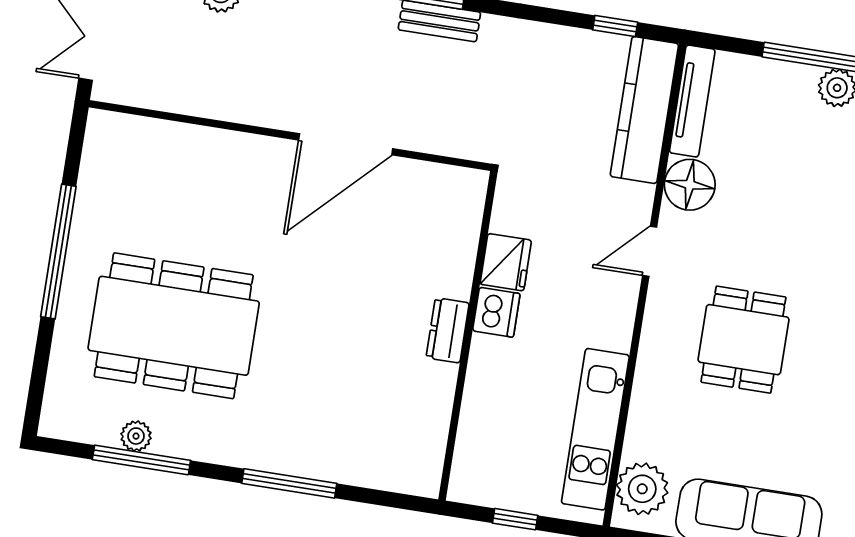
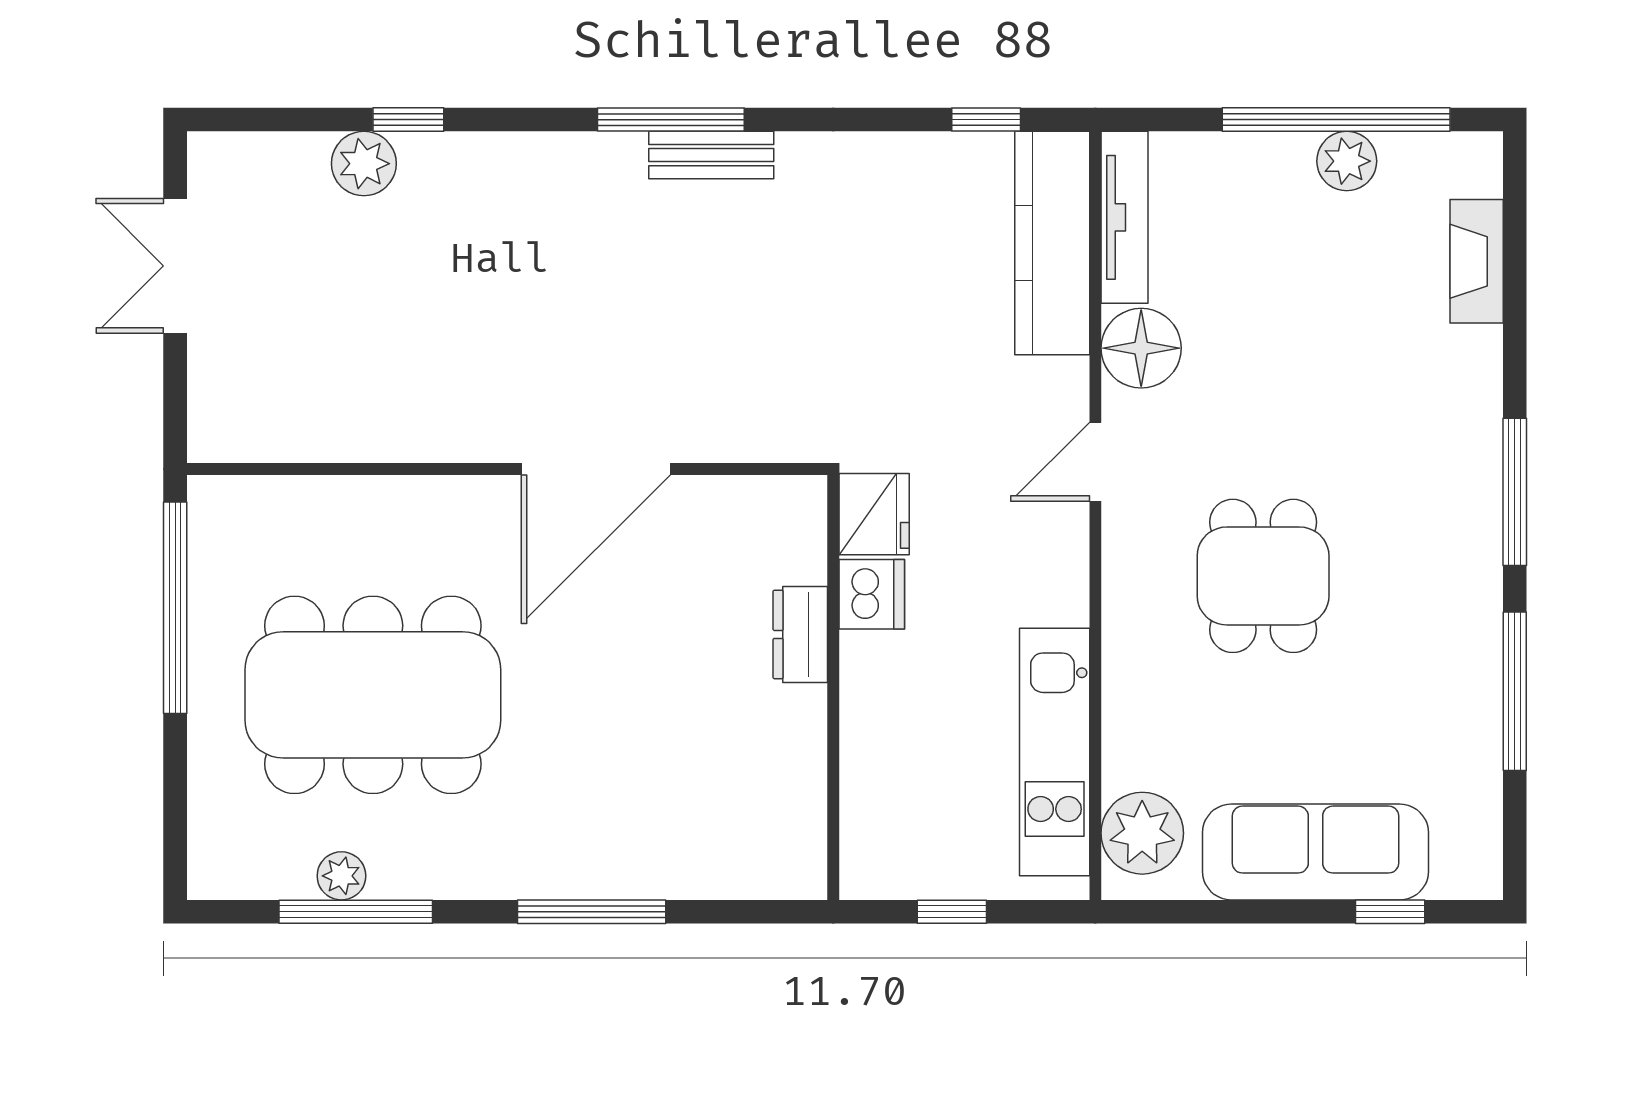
wall: (290, 135) -> (507, 469), moved
door: (346, 144) -> (596, 469), moved

